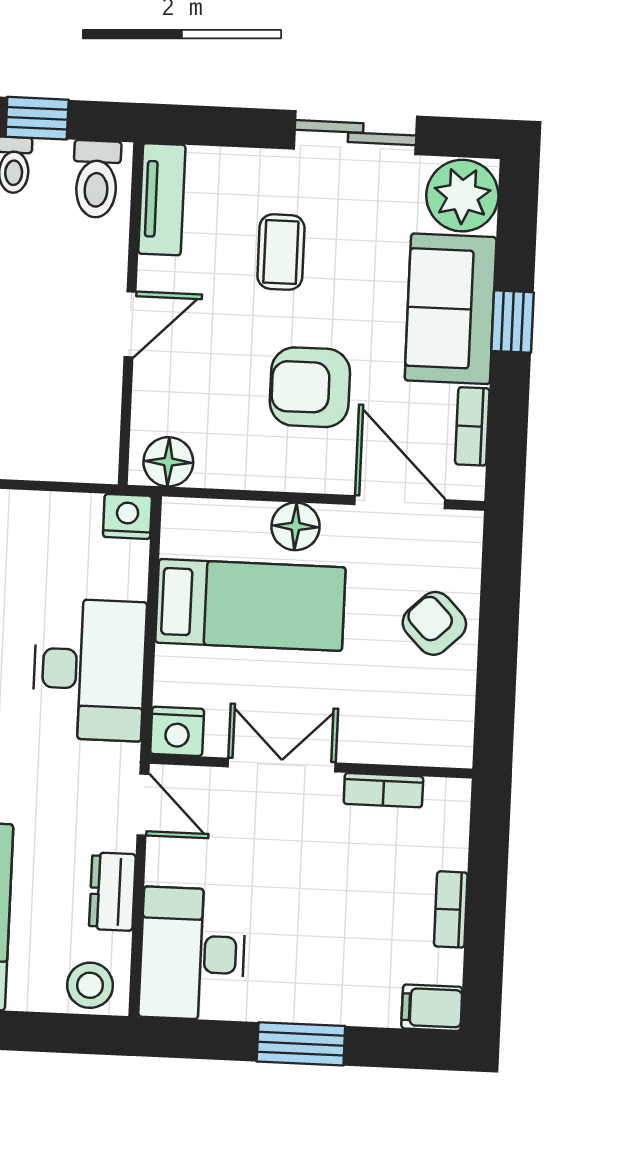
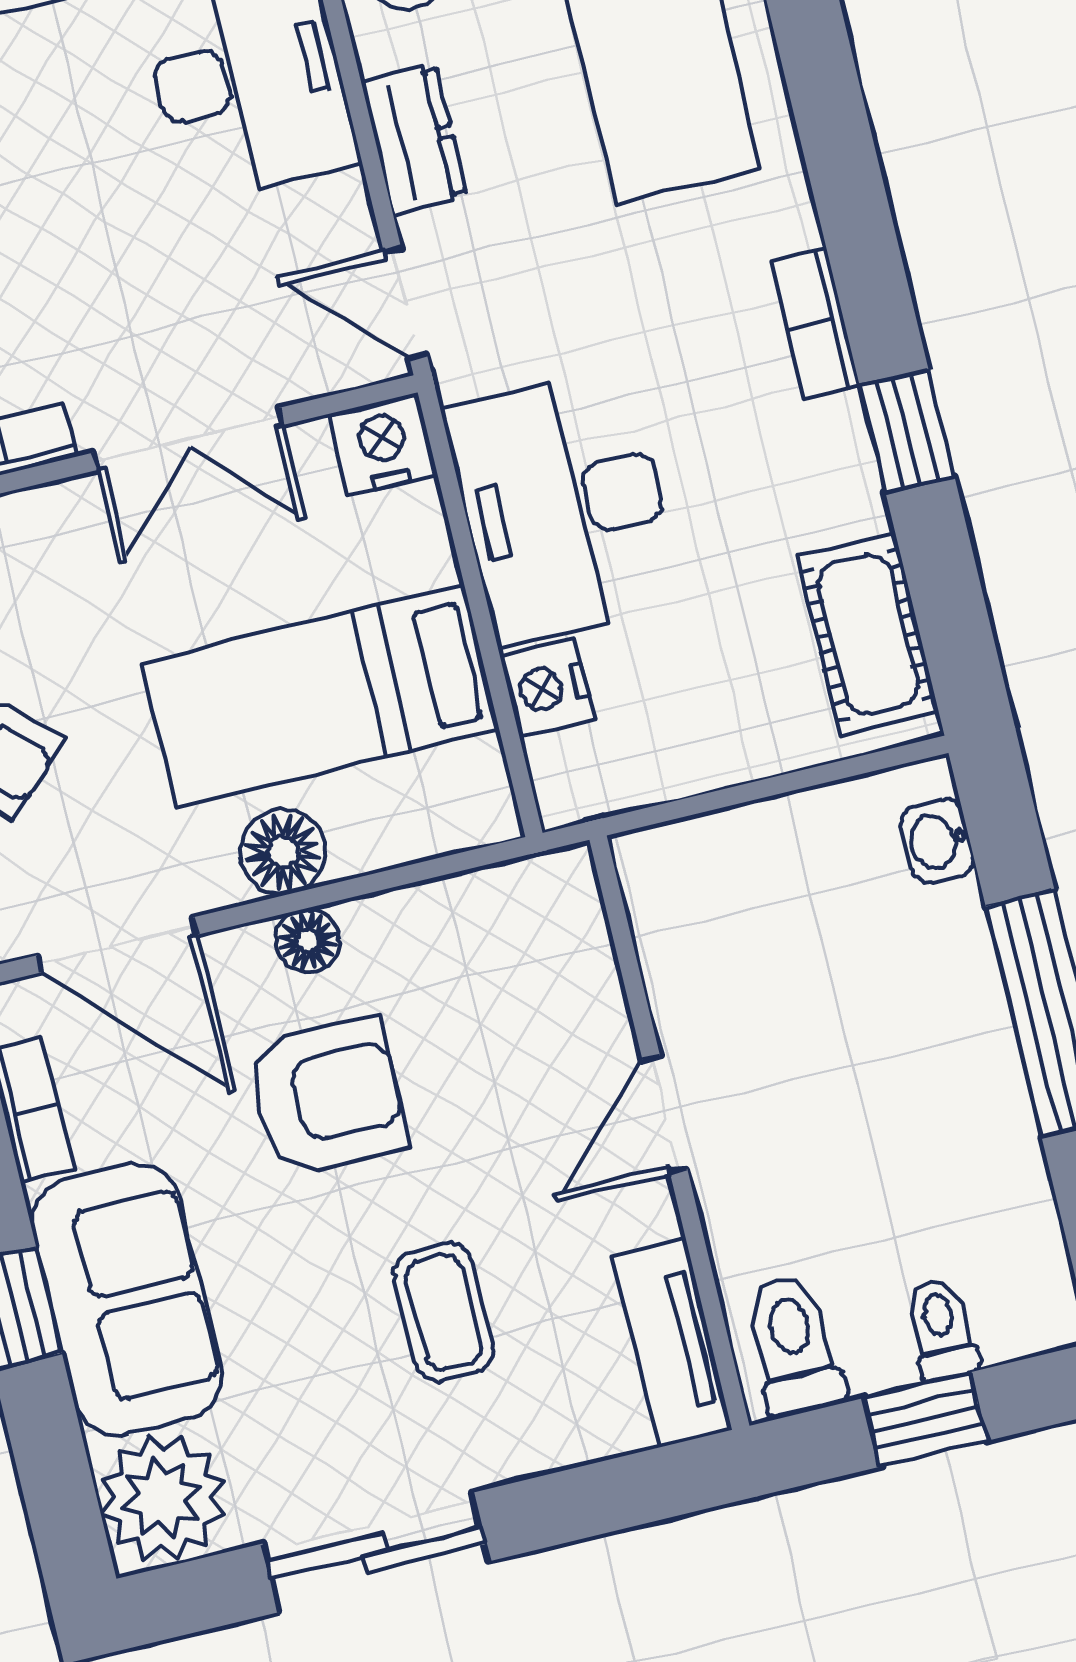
floor lamp: (168, 462) -> (308, 941), moved, width x0.73, depth x0.73
nightstand: (127, 516) -> (547, 688), moved, turned 90

